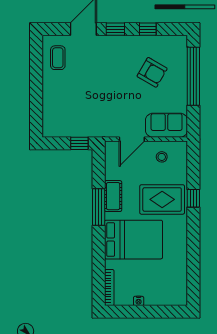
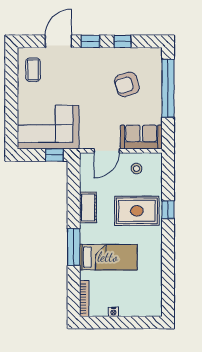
armchair: (152, 72) -> (127, 84), turned 133
corner sofa: (73, 115) -> (48, 127), added
window: (99, 207) -> (74, 247), moved
bed: (133, 240) -> (108, 257), width x0.67

